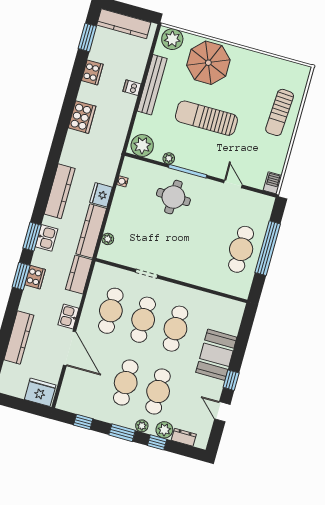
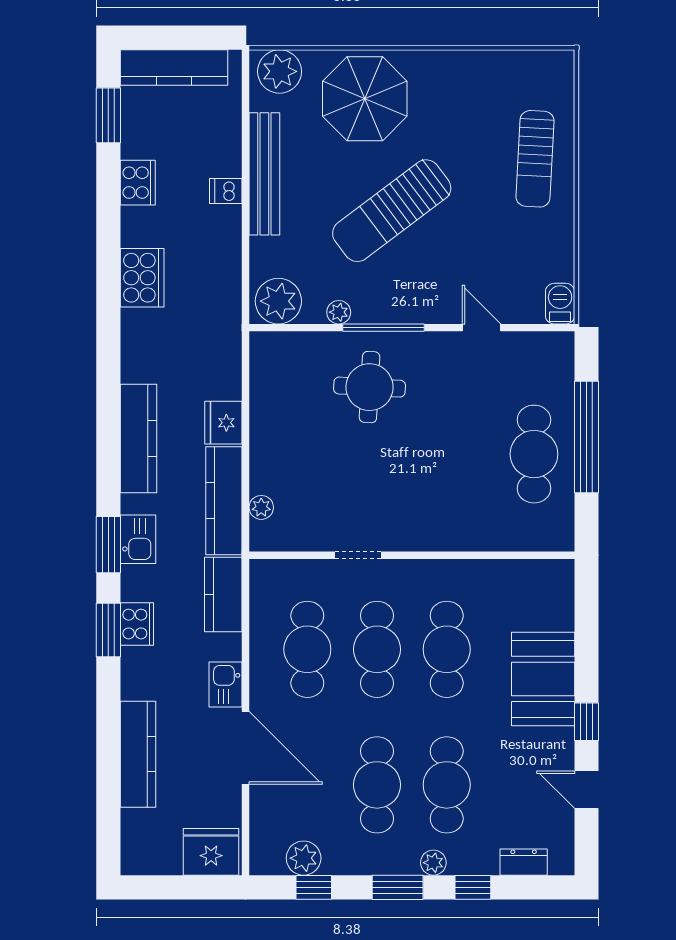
sun lounger: (206, 118) -> (392, 211), turned -37
water cooler: (122, 181) -> (259, 384), removed
plant: (164, 430) -> (304, 858), moved

